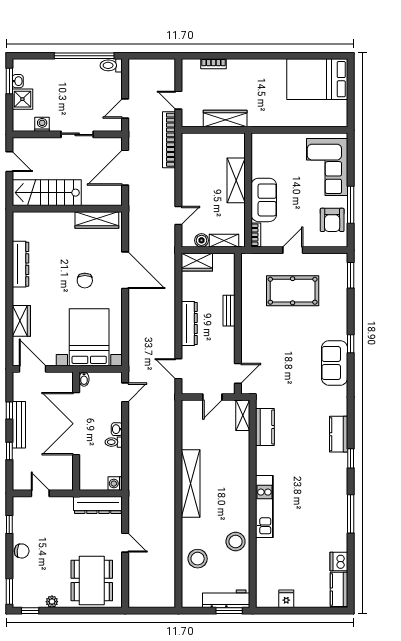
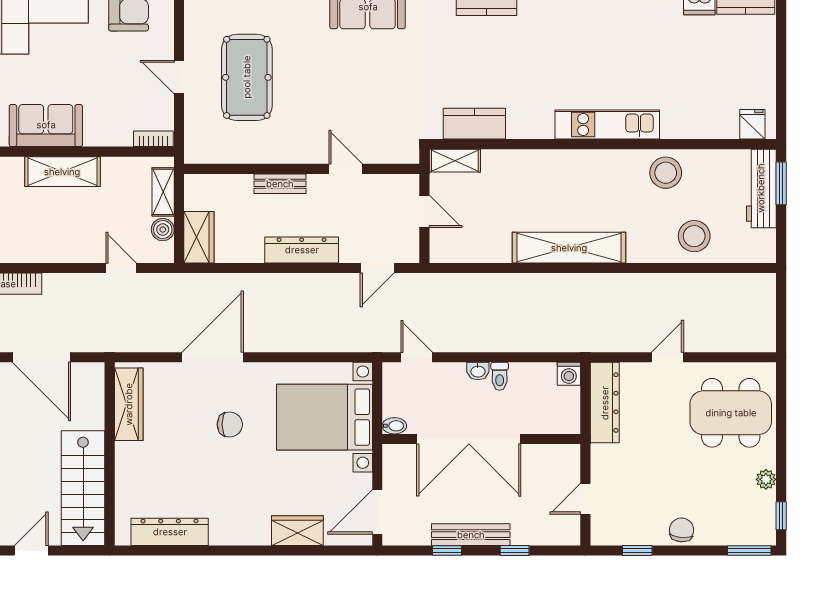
sofa: (264, 200) -> (46, 125), moved
dresser: (21, 264) -> (170, 532), moved
door: (238, 373) -> (346, 169), moved
fridge: (286, 599) -> (752, 124), moved, turned 90

